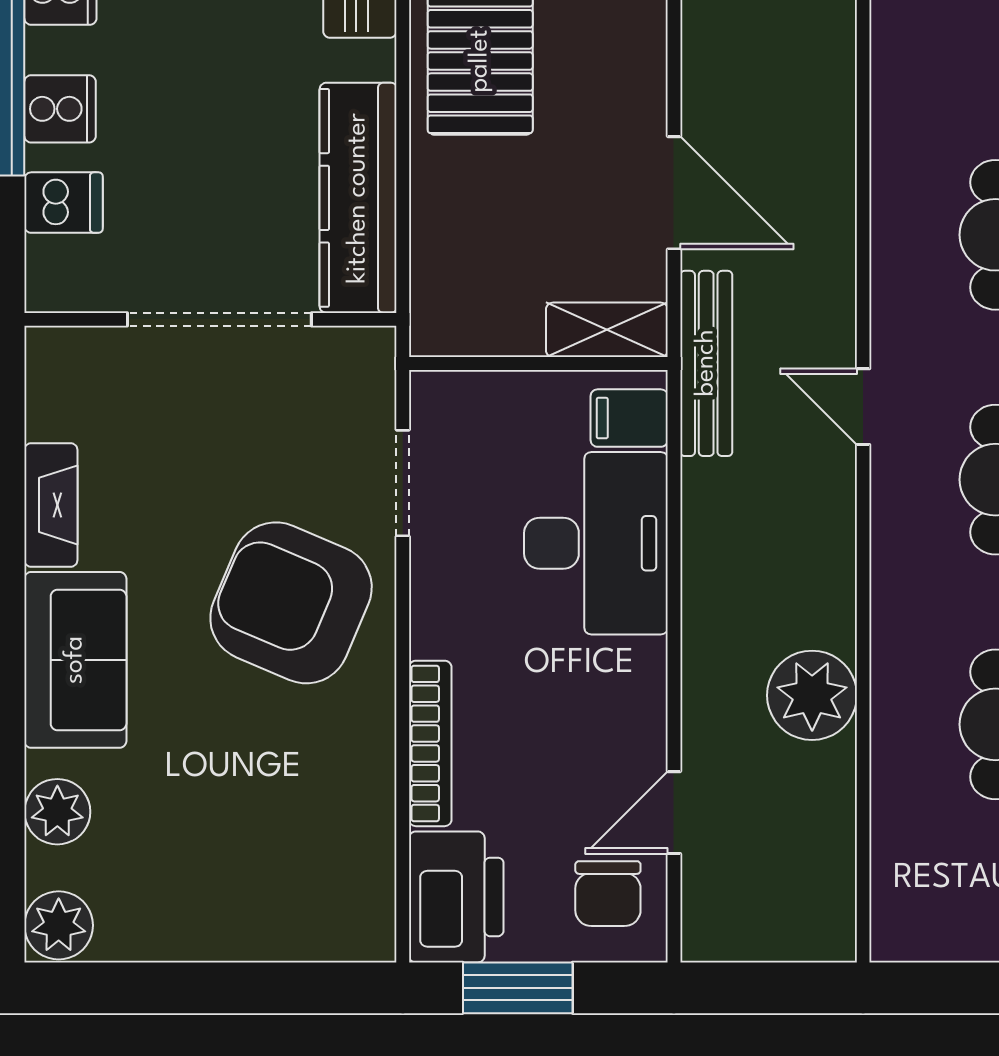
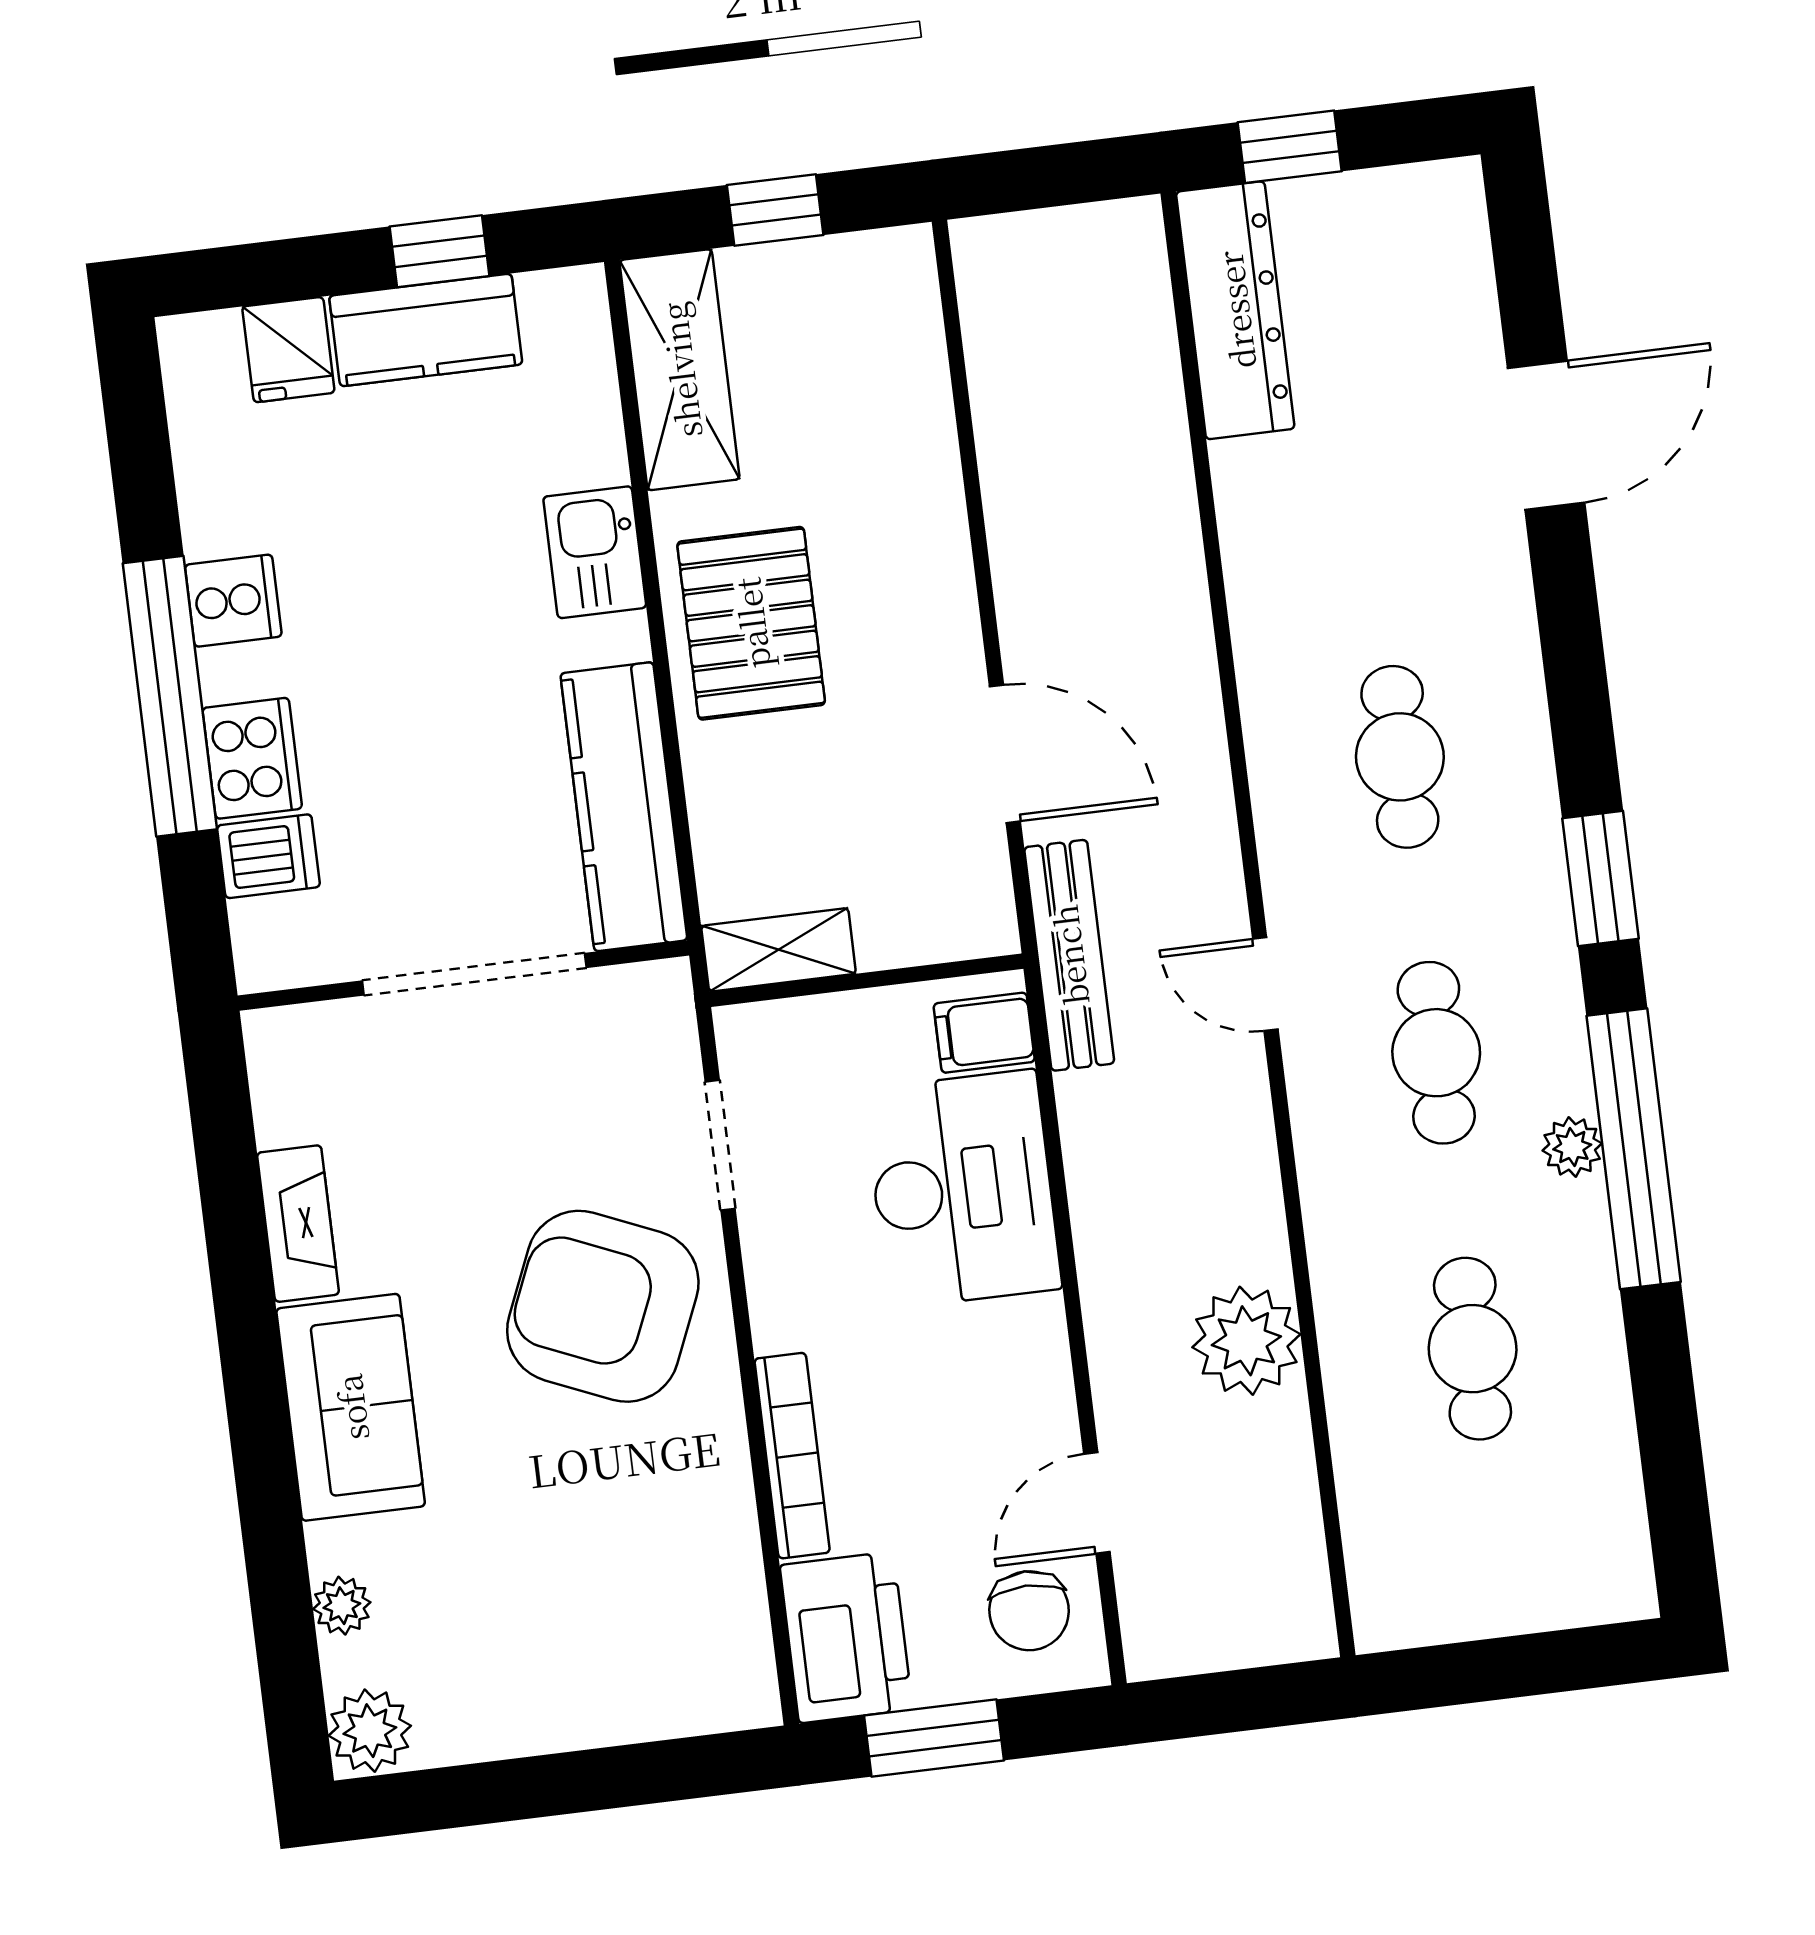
cooker: (60, 109) -> (252, 758), width x1.36
shelving: (607, 330) -> (779, 950), moved
plant: (57, 812) -> (342, 1606), width x0.73, depth x0.73

